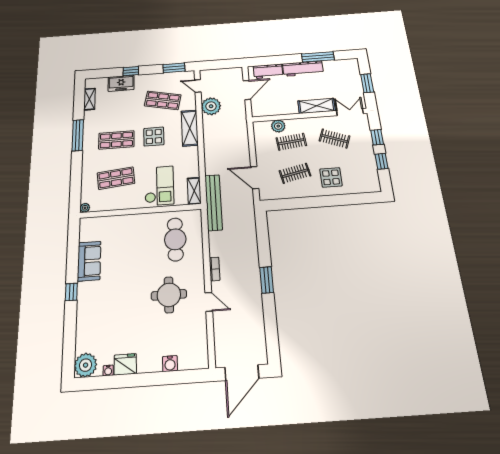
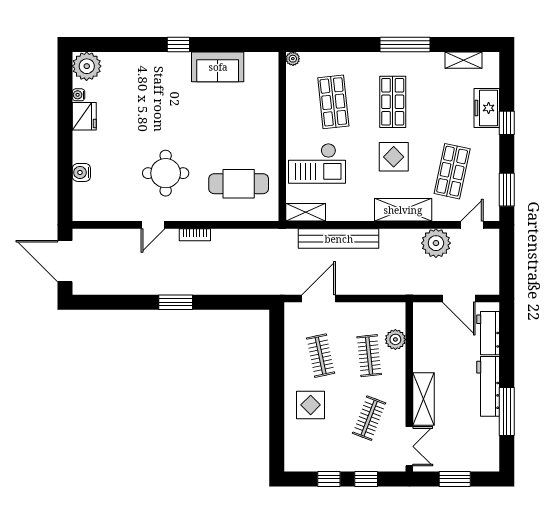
bench: (214, 202) -> (339, 239), moved

